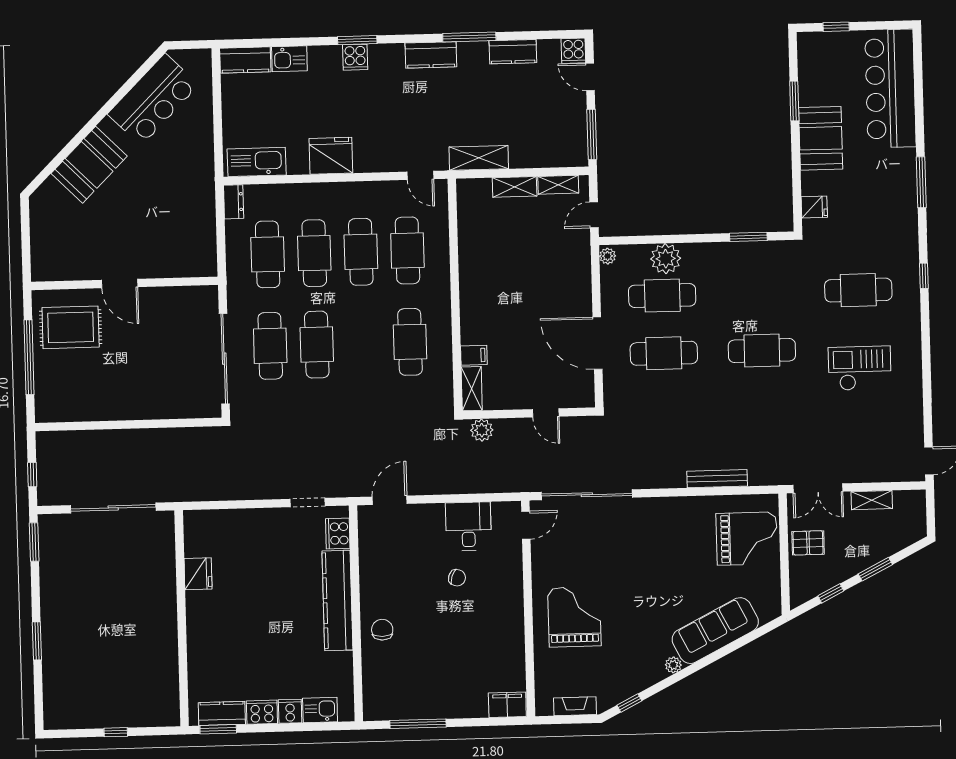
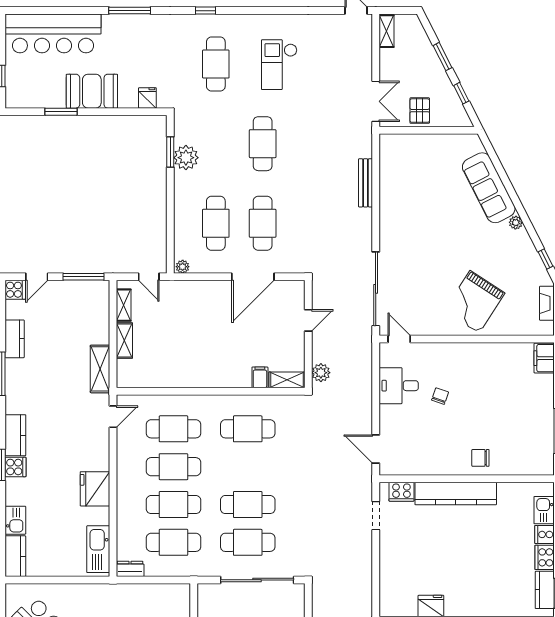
kitchen counter: (431, 55) -> (15, 435), moved
plant: (666, 259) -> (186, 158), moved
shelving: (872, 500) -> (386, 31), moved
grand piano: (747, 539) -> (415, 160), removed
grand piano: (574, 617) -> (474, 302), turned -57

